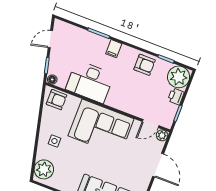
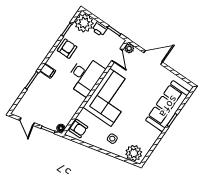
desk: (90, 82) -> (85, 76), moved
armchair: (56, 100) -> (78, 129), turned 90

